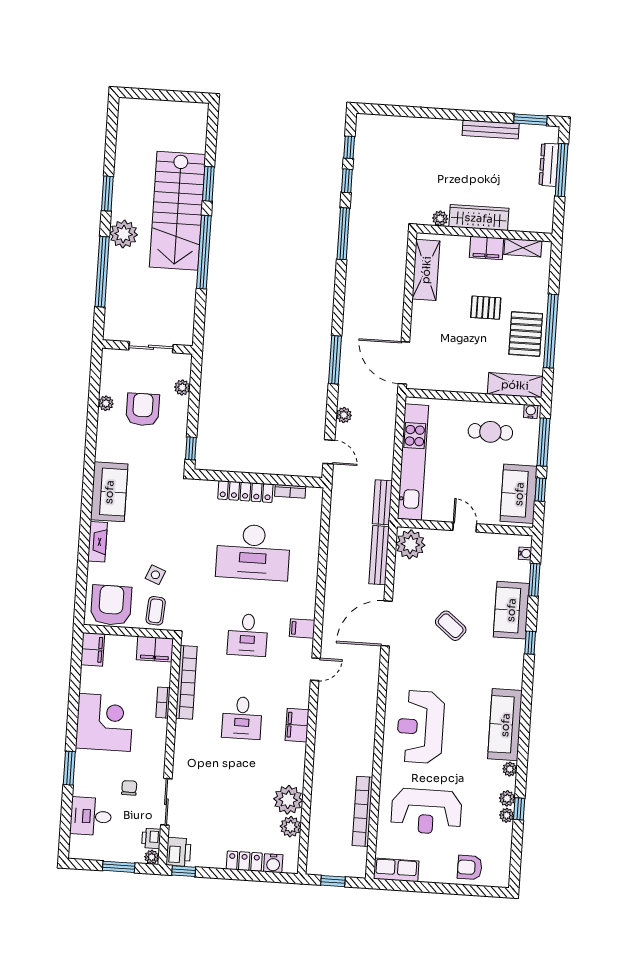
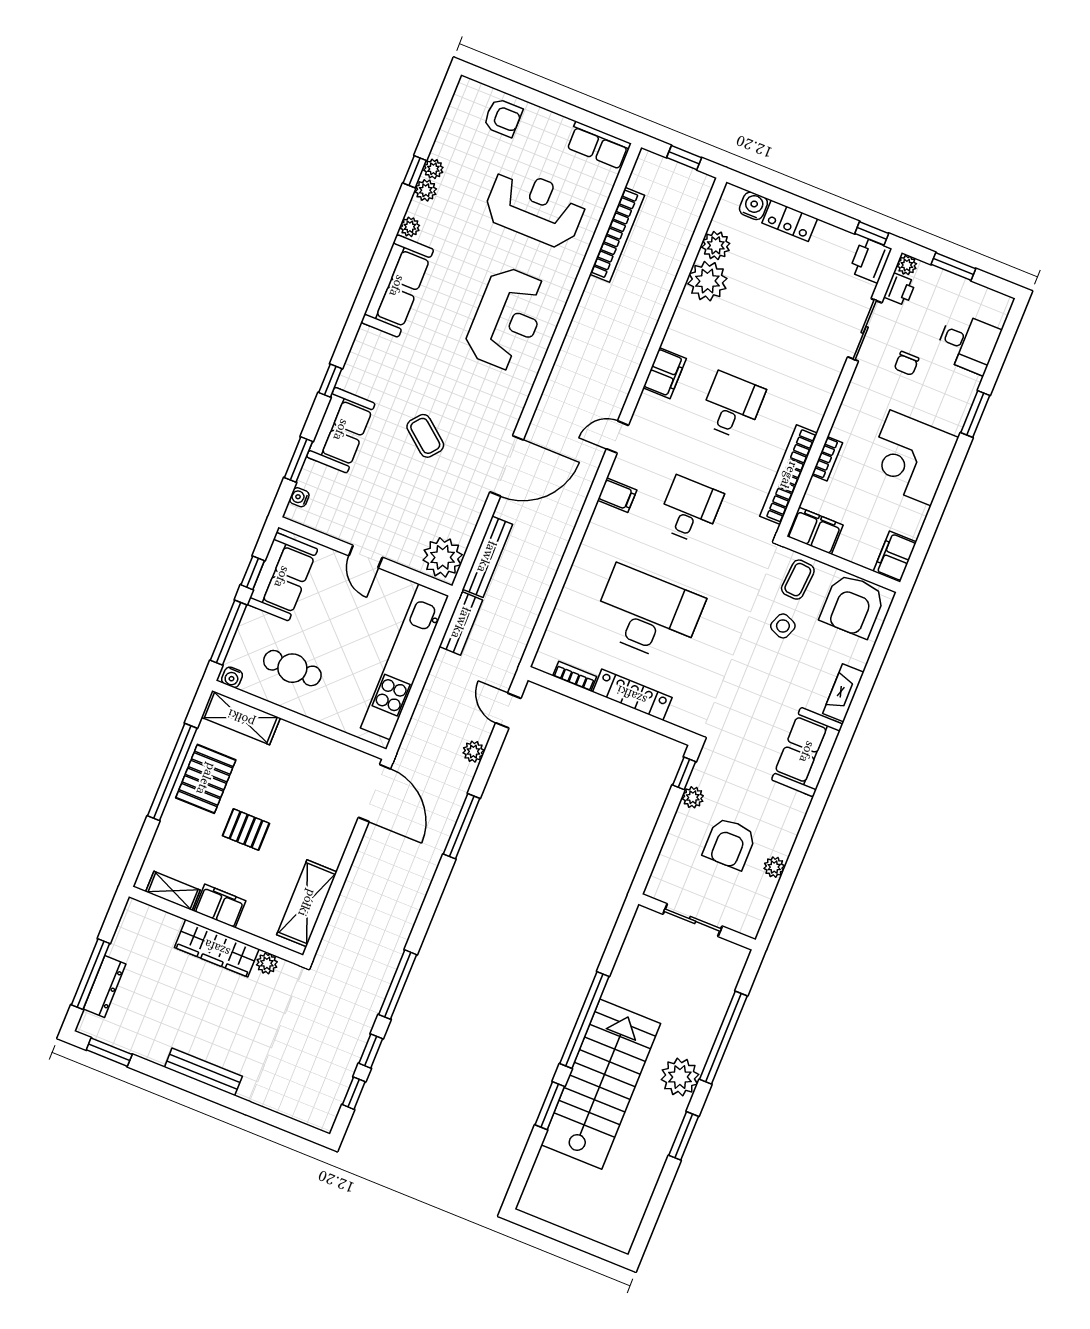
bench: (491, 130) -> (203, 1072), moved
plant: (182, 387) -> (693, 797), moved

